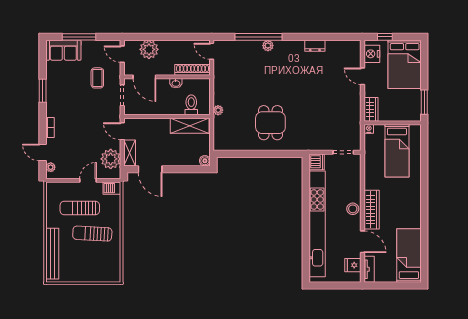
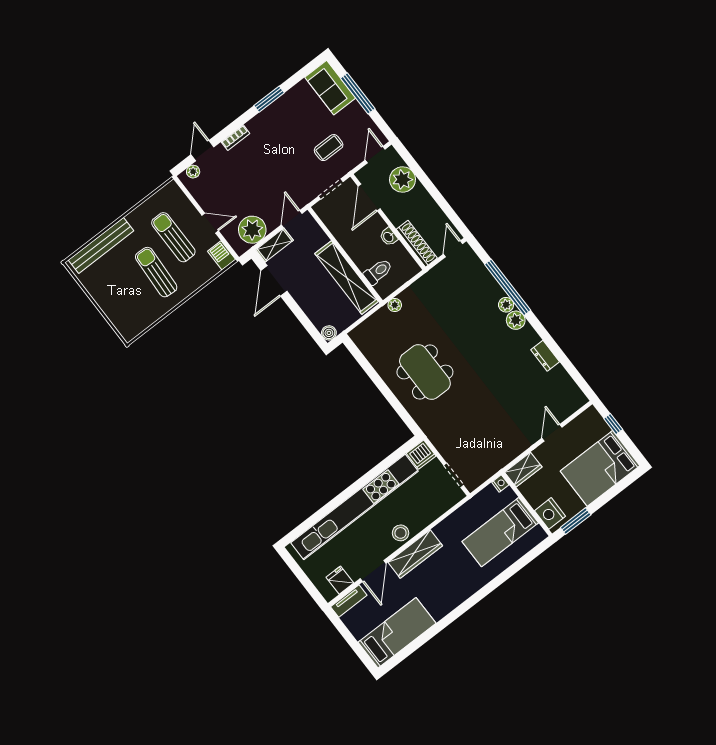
plant: (281, 47) -> (516, 320), added
nightstand: (372, 54) -> (550, 513), moved, turned -90
dining table: (270, 123) -> (425, 372), width x1.38
shelving: (190, 126) -> (347, 277), width x1.47

